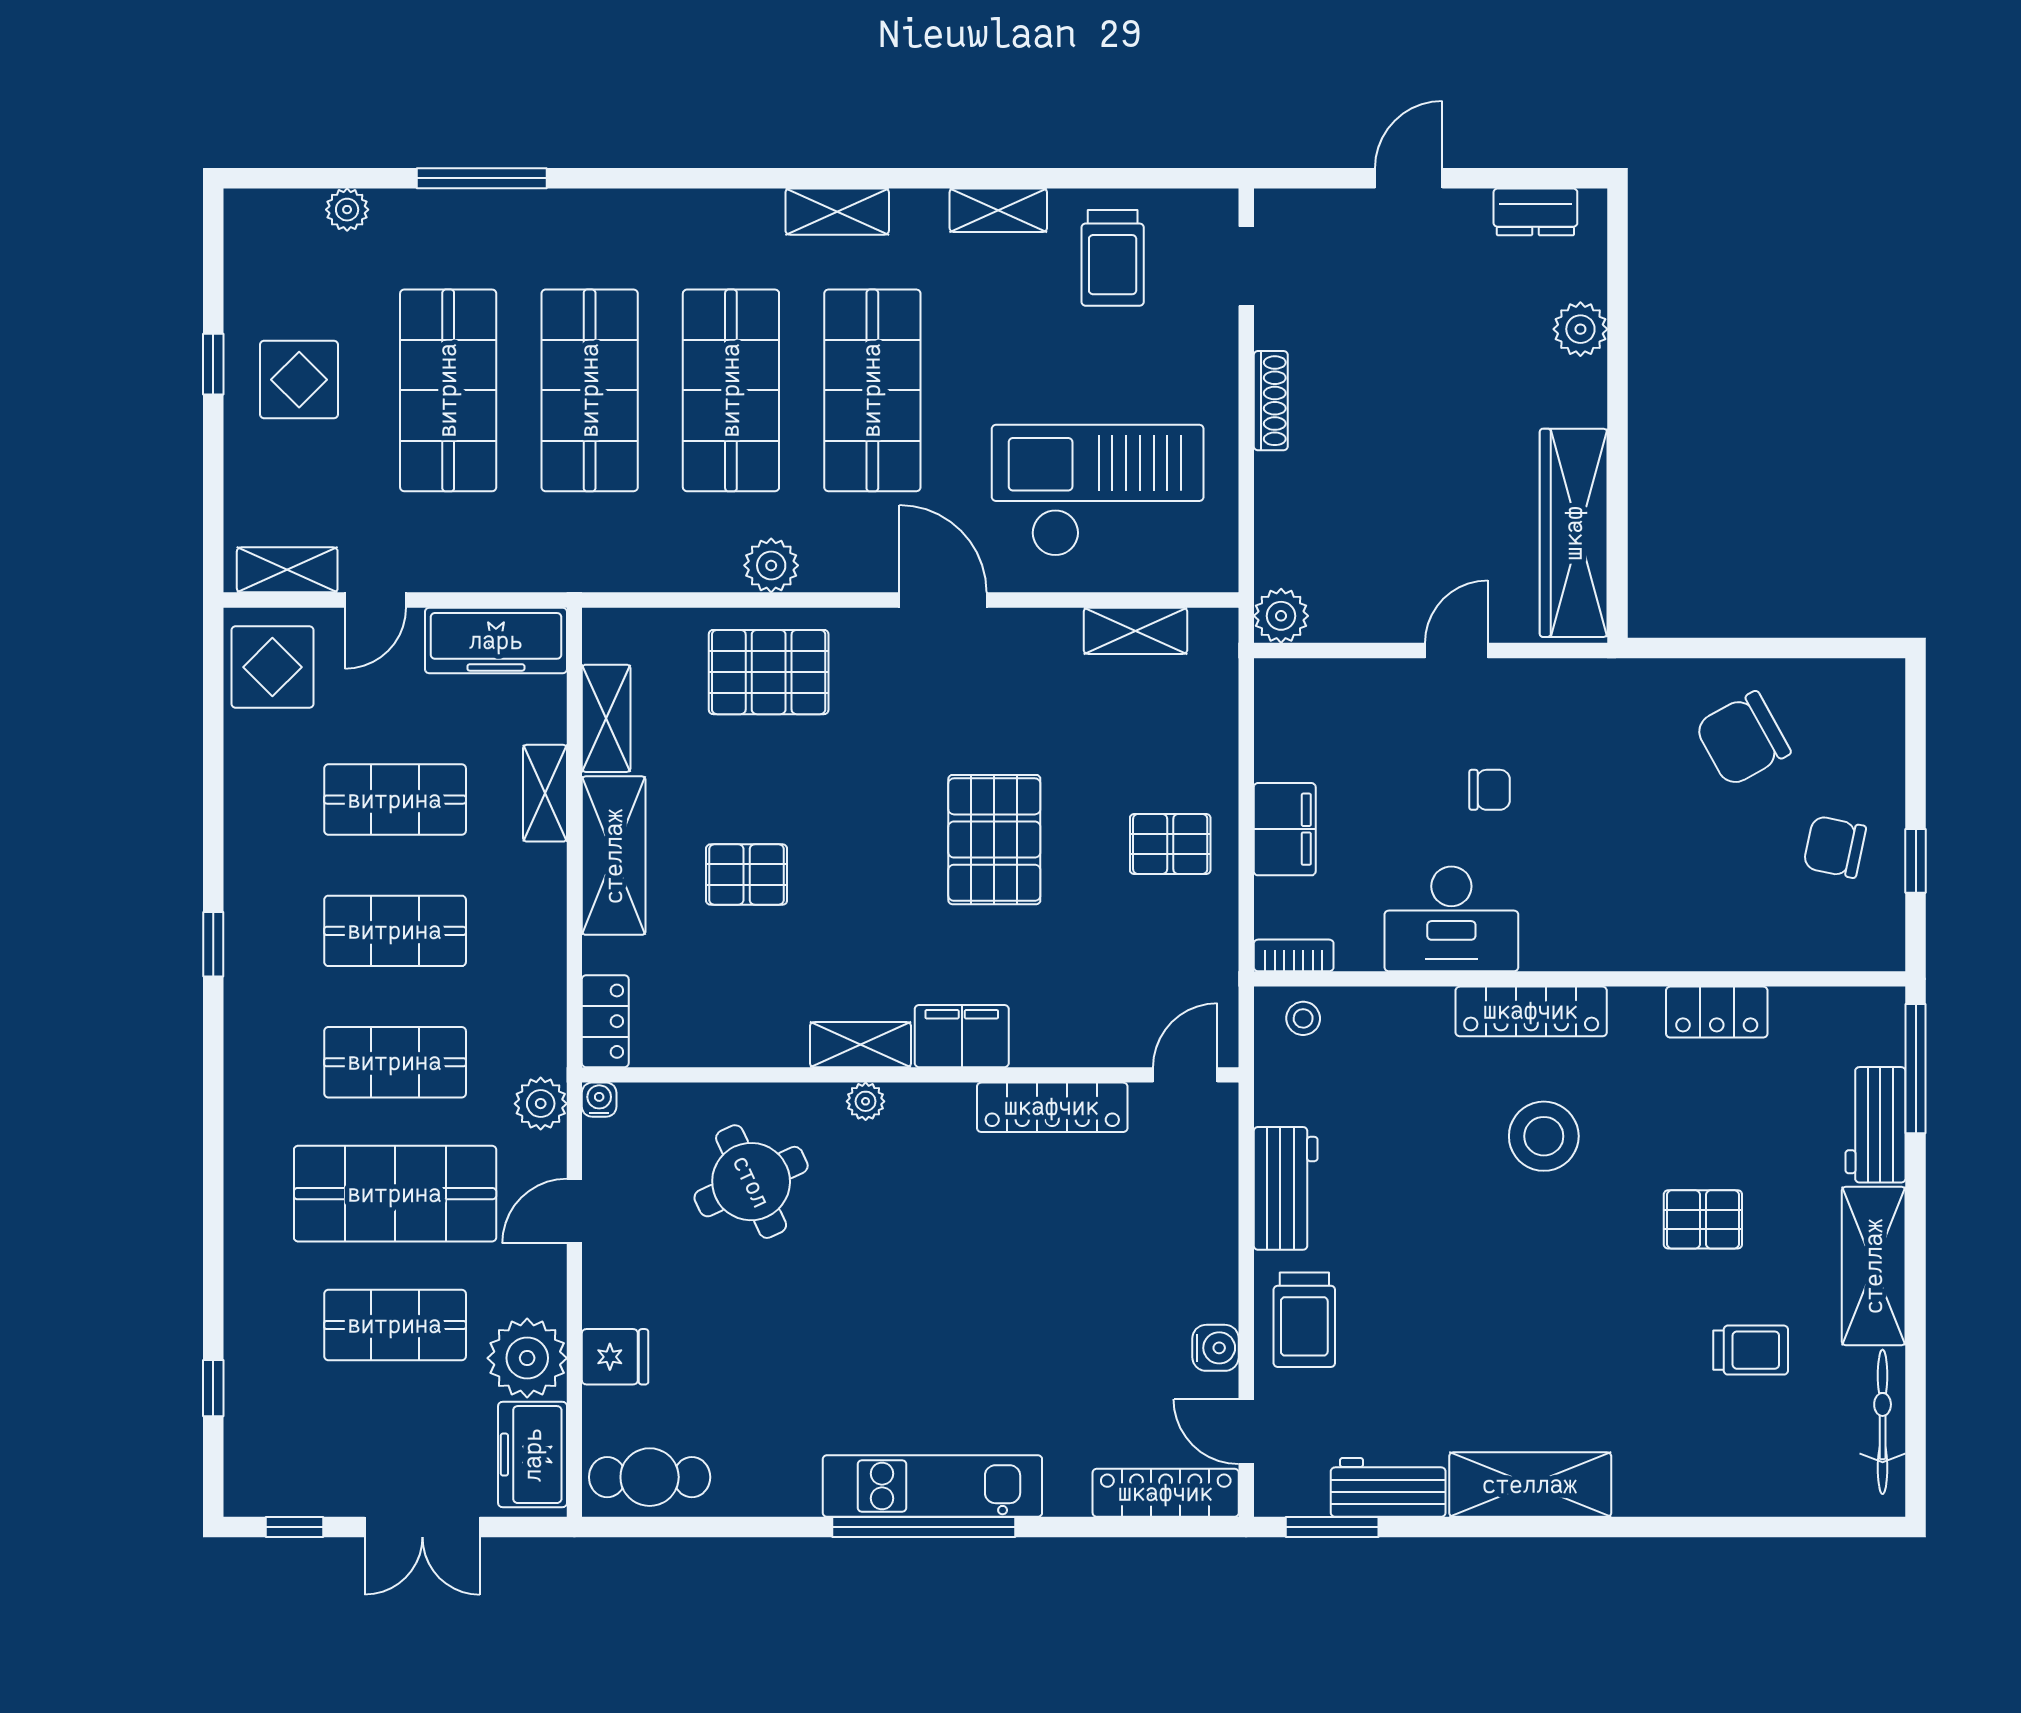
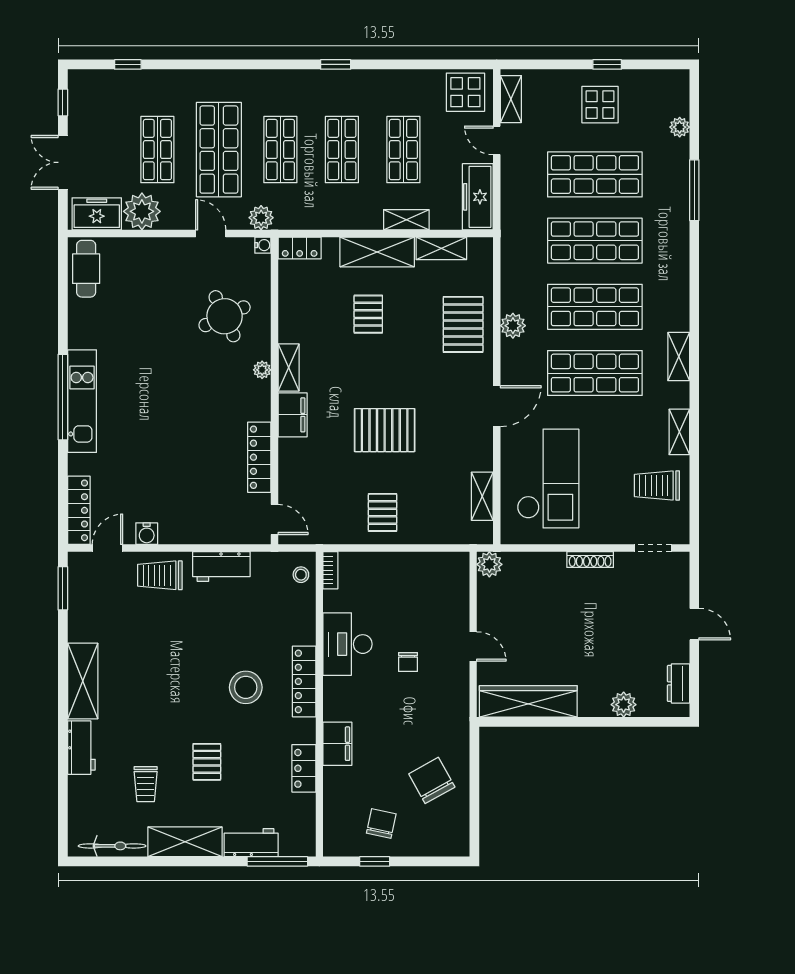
filing cabinet: (1285, 829) -> (337, 744), moved, turned -90
fridge: (615, 1357) -> (143, 253), removed
workbench: (1388, 1487) -> (81, 748), moved

